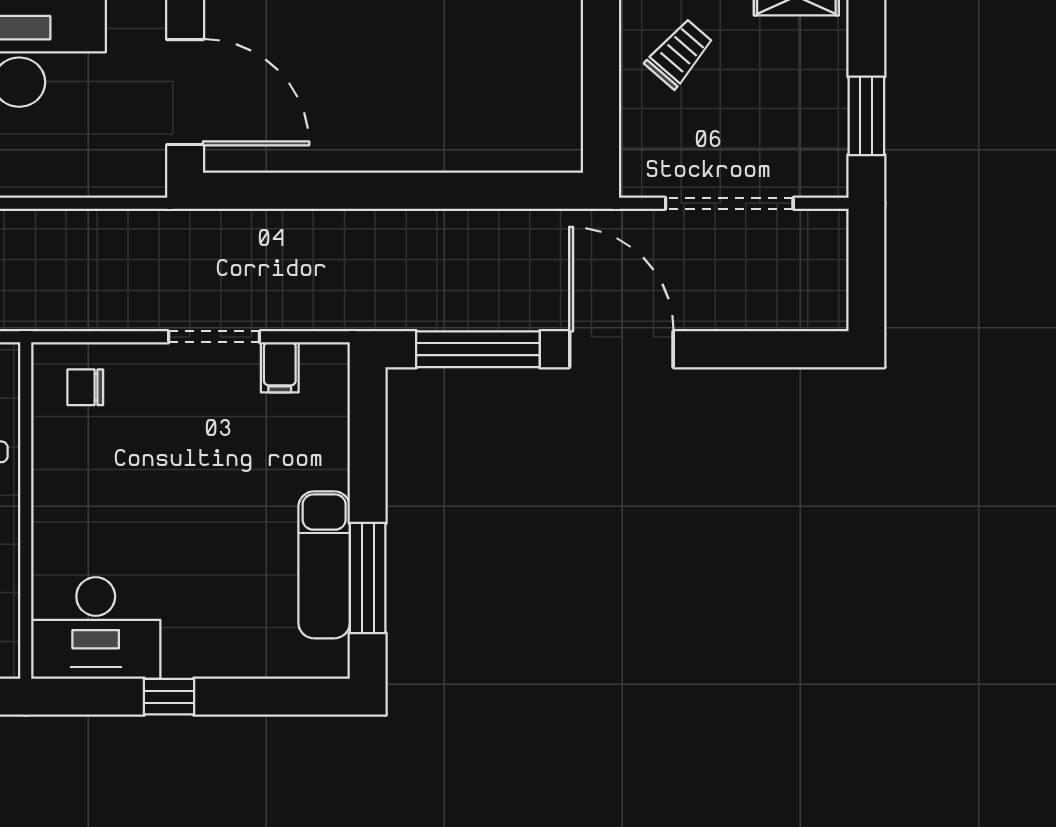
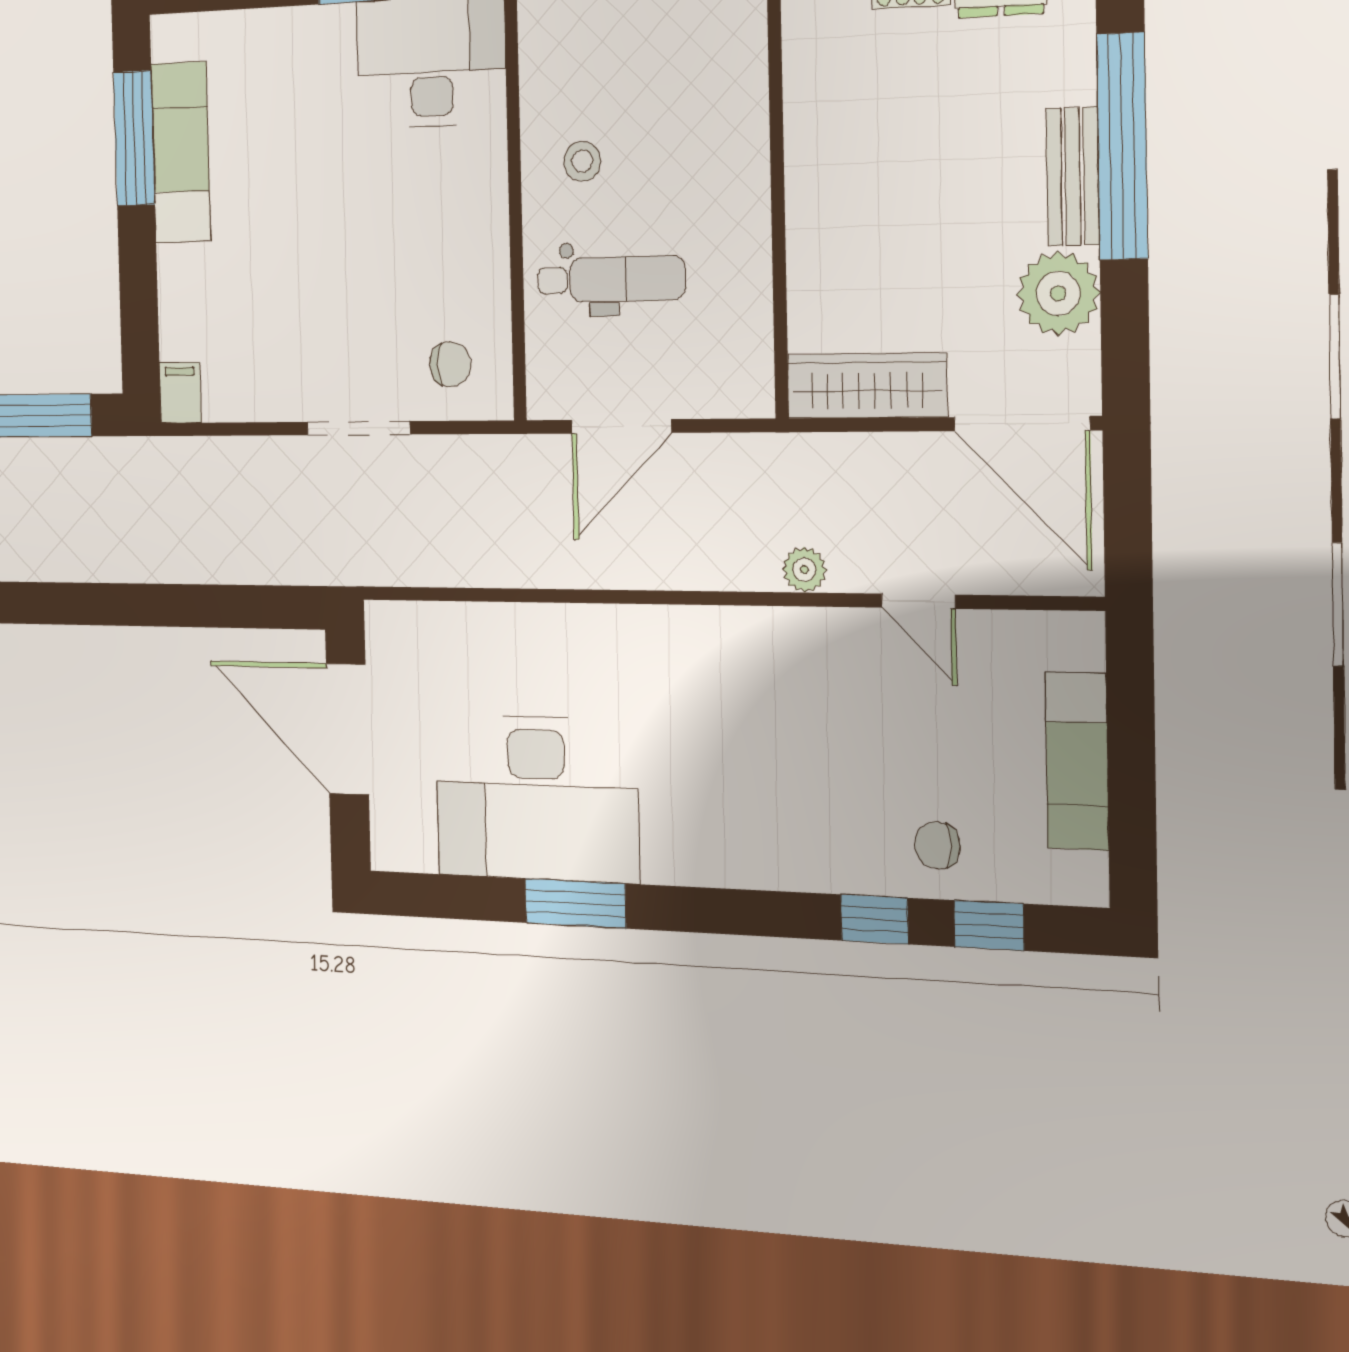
doorway: (214, 337) -> (358, 428), moved
filing cabinet: (280, 367) -> (180, 393), moved

